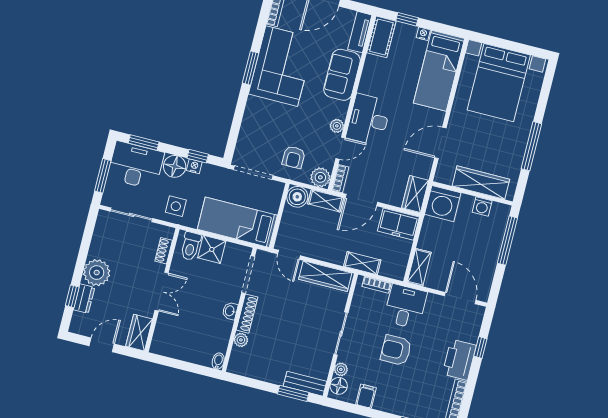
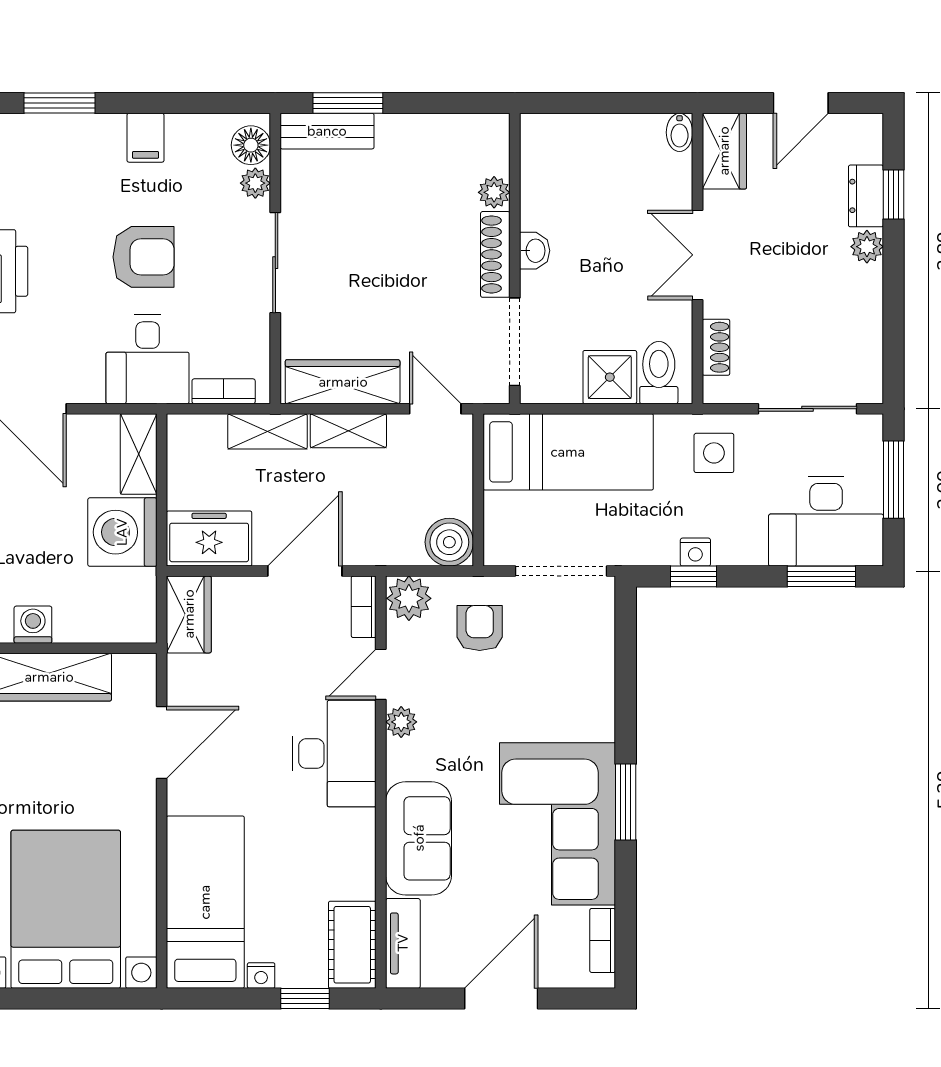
floor lamp: (175, 166) -> (739, 541), removed
shelving: (326, 201) -> (348, 431), moved
washing machine: (443, 204) -> (122, 532), moved, turned -90
plant: (97, 273) -> (867, 247), width x0.53, depth x0.53
bidet: (218, 361) -> (680, 132), moved
filing cabinet: (366, 396) -> (145, 138), moved

